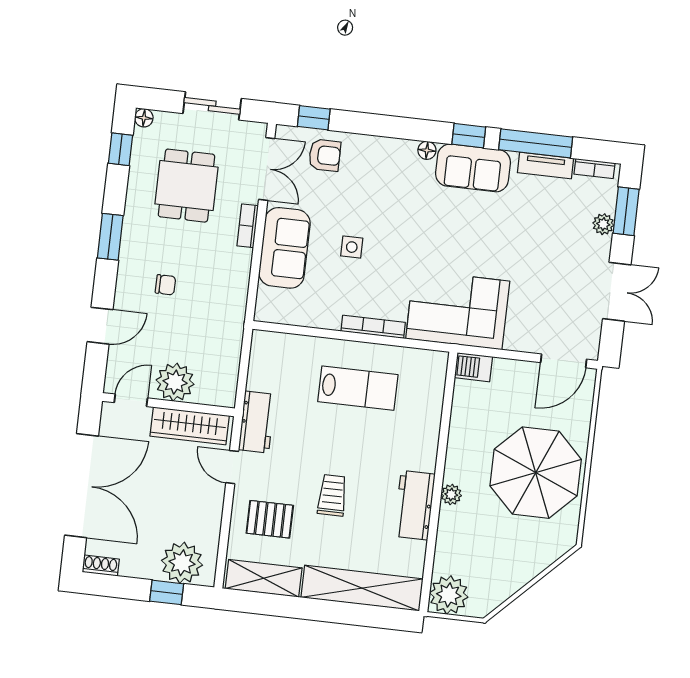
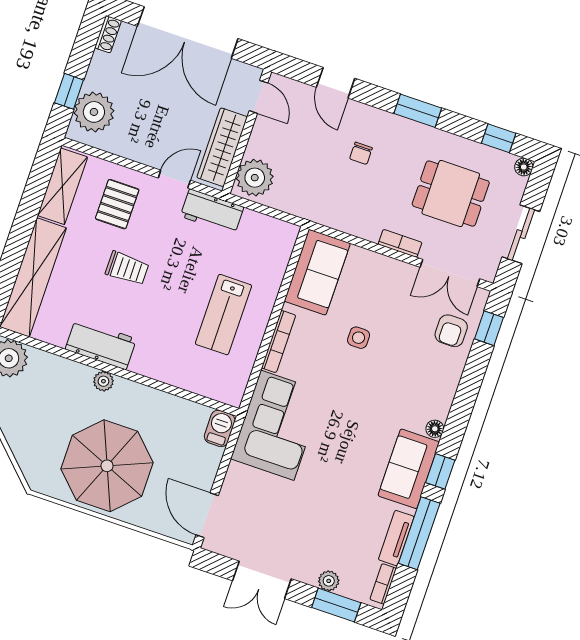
sofa: (284, 248) -> (317, 272), moved, turned -90
plant: (175, 382) -> (255, 178), moved

